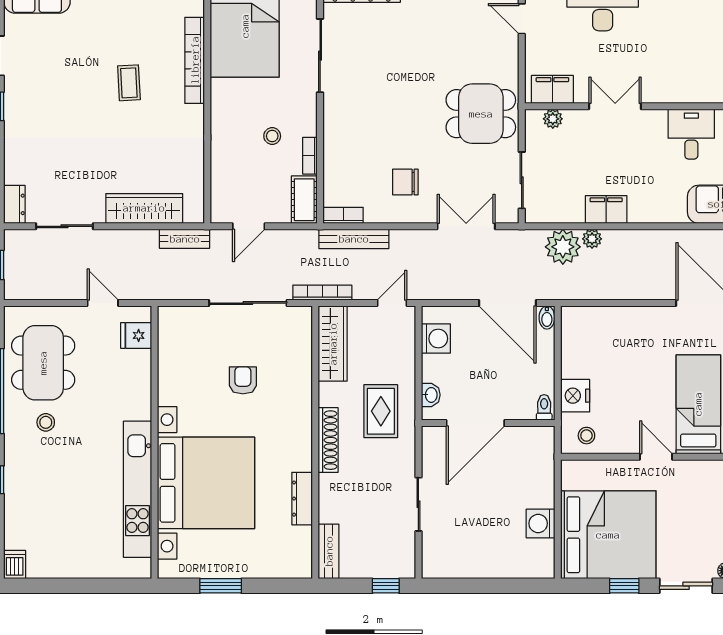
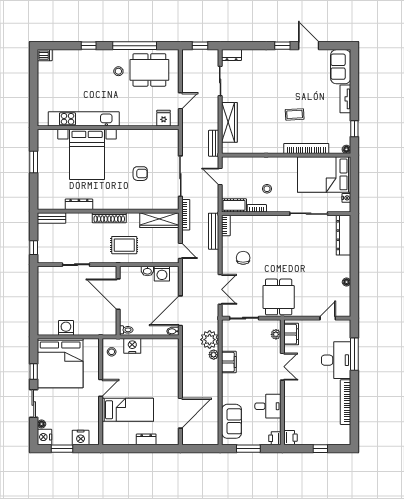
washbasin: (431, 395) -> (147, 271), moved
bed with nightstands: (206, 483) -> (87, 154), width x0.73

